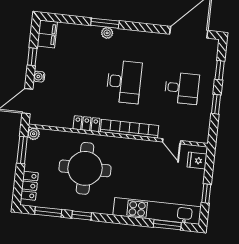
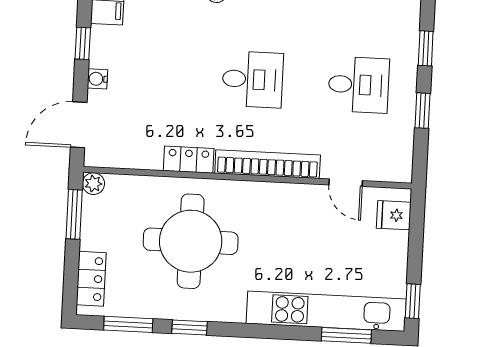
desk: (124, 82) -> (253, 79), width x0.73
window: (206, 194) -> (413, 301), moved

